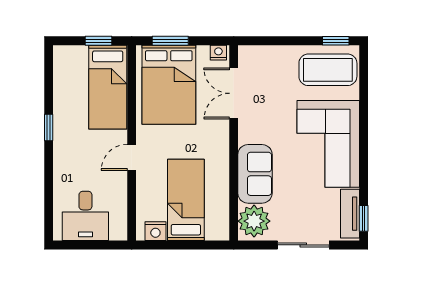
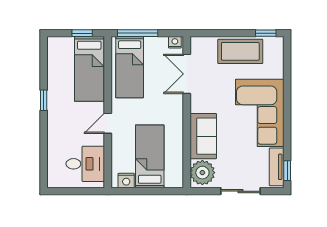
window: (170, 41) -> (138, 33), width x1.44
coffee table: (328, 70) -> (240, 51), moved
bed: (169, 85) -> (130, 67), width x0.67
desk: (85, 216) -> (85, 164), moved, turned -90

